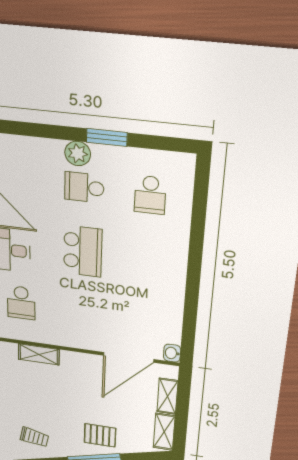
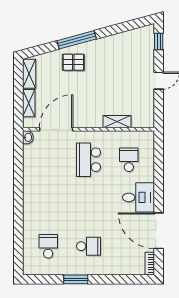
plant: (78, 153) -> (93, 267), removed
school desk: (83, 251) -> (88, 160), moved
trolley: (34, 437) -> (120, 52), removed

